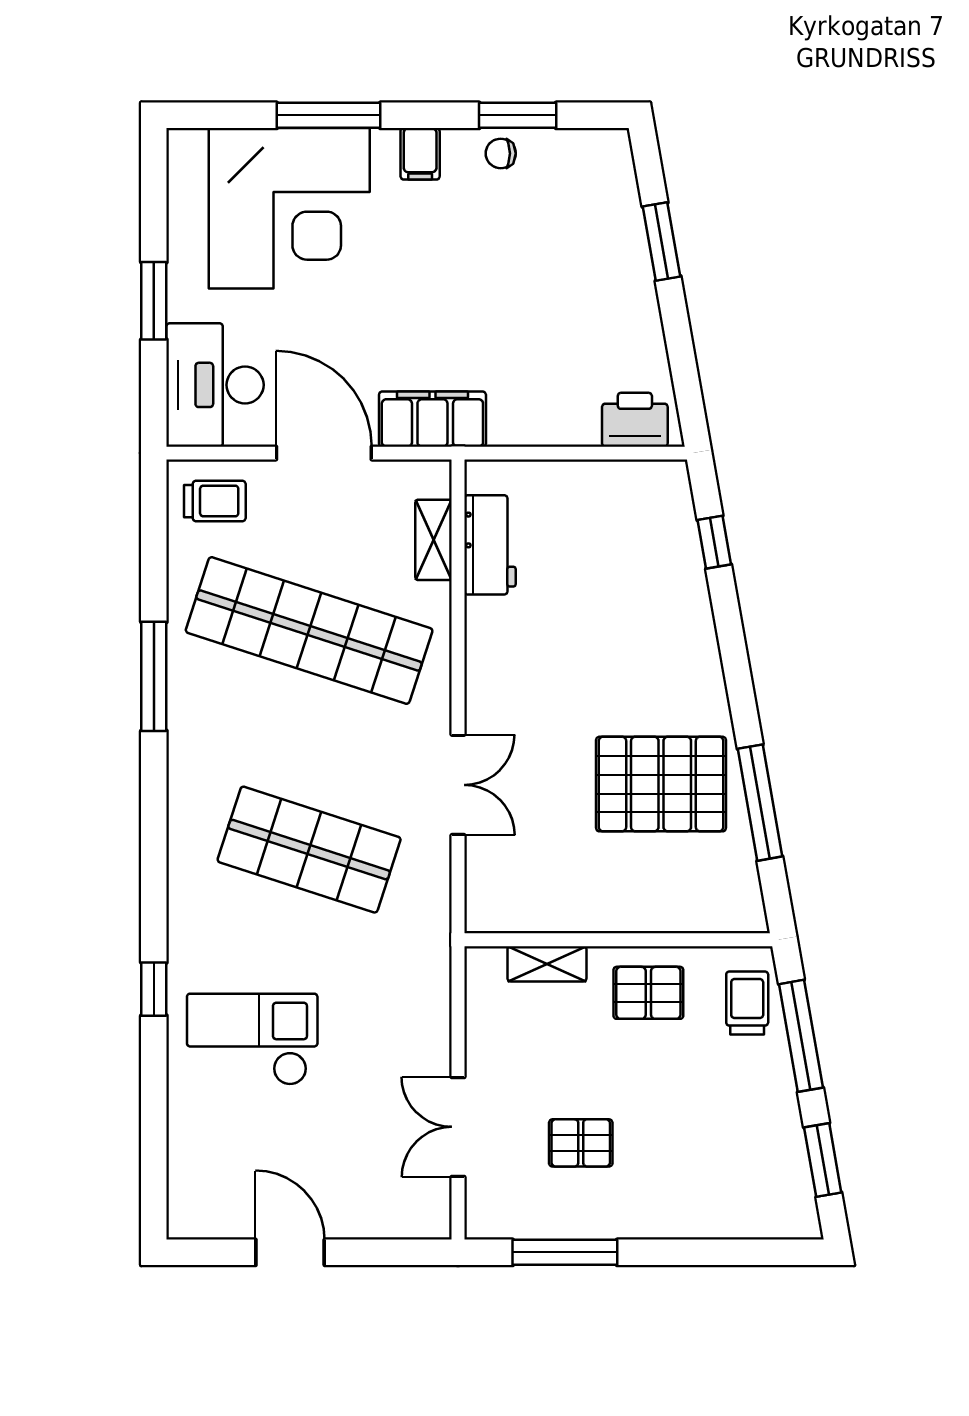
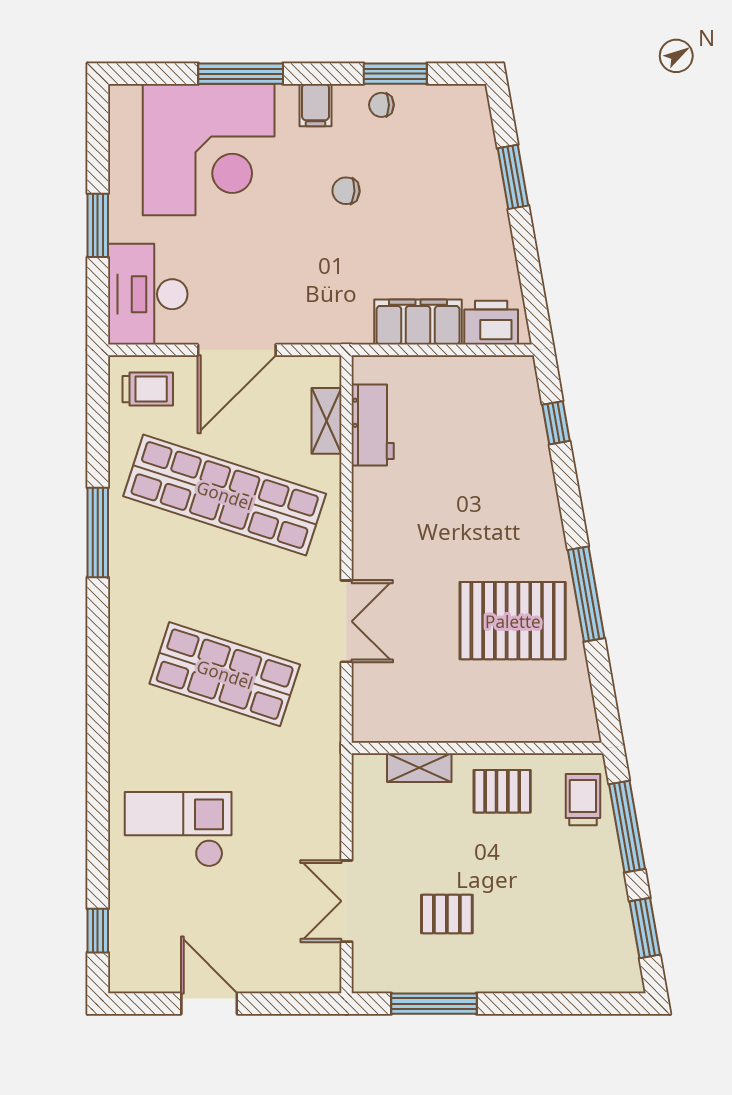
chair: (457, 258) -> (346, 191), added
filing cabinet: (432, 419) -> (418, 322), moved
door: (324, 453) -> (237, 350), swing flipped
window: (760, 803) -> (586, 594), moved
window: (154, 989) -> (98, 931), moved

